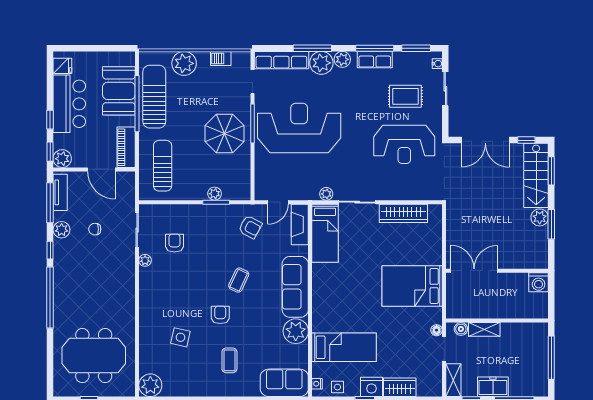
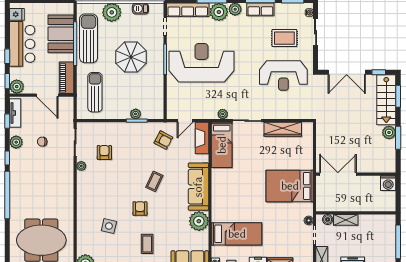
parasol: (224, 133) -> (131, 57), moved
window: (50, 203) -> (7, 121), width x0.46

